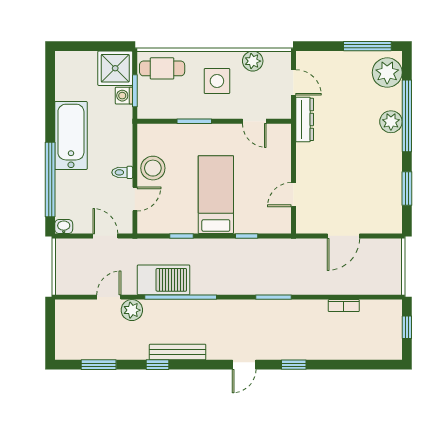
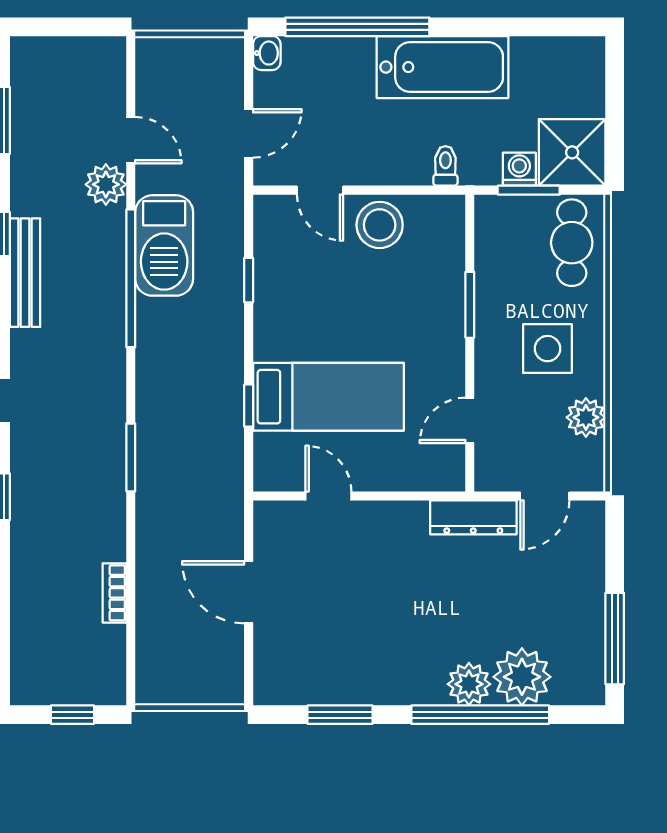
plant: (387, 73) -> (522, 677), moved
toilet: (122, 172) -> (445, 166), moved
bed: (216, 195) -> (328, 397), moved

